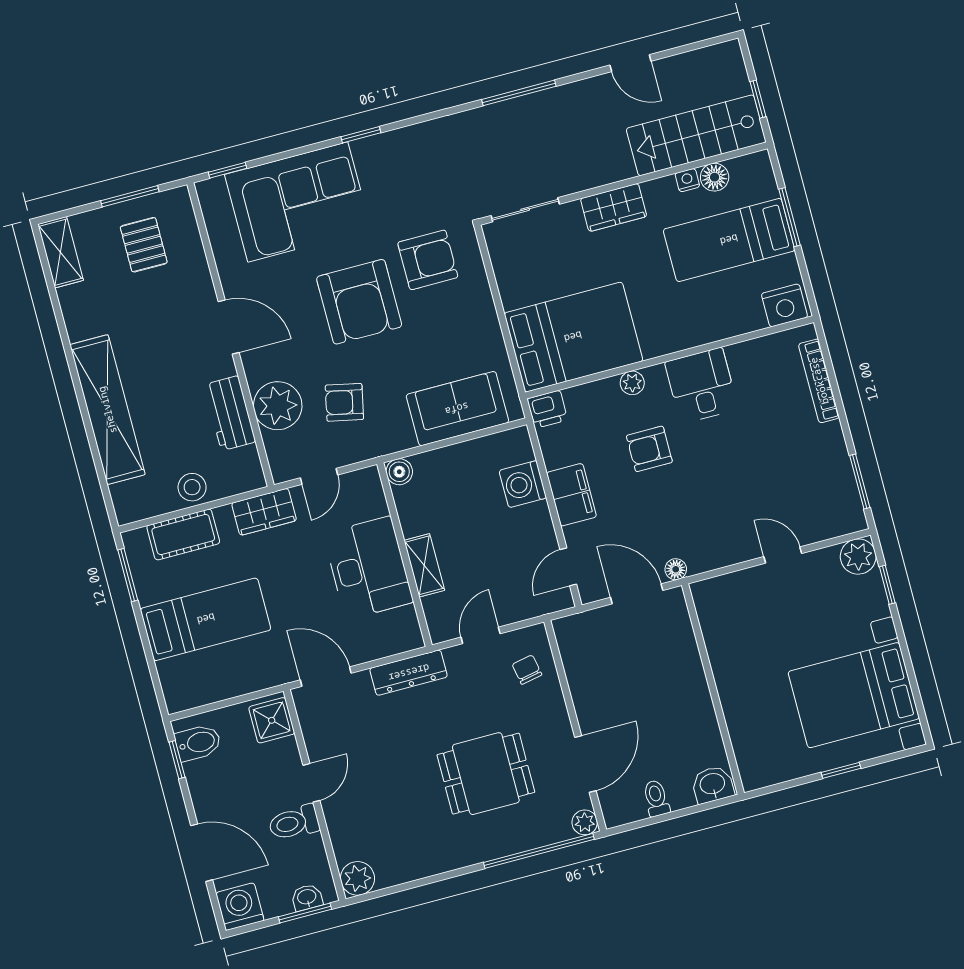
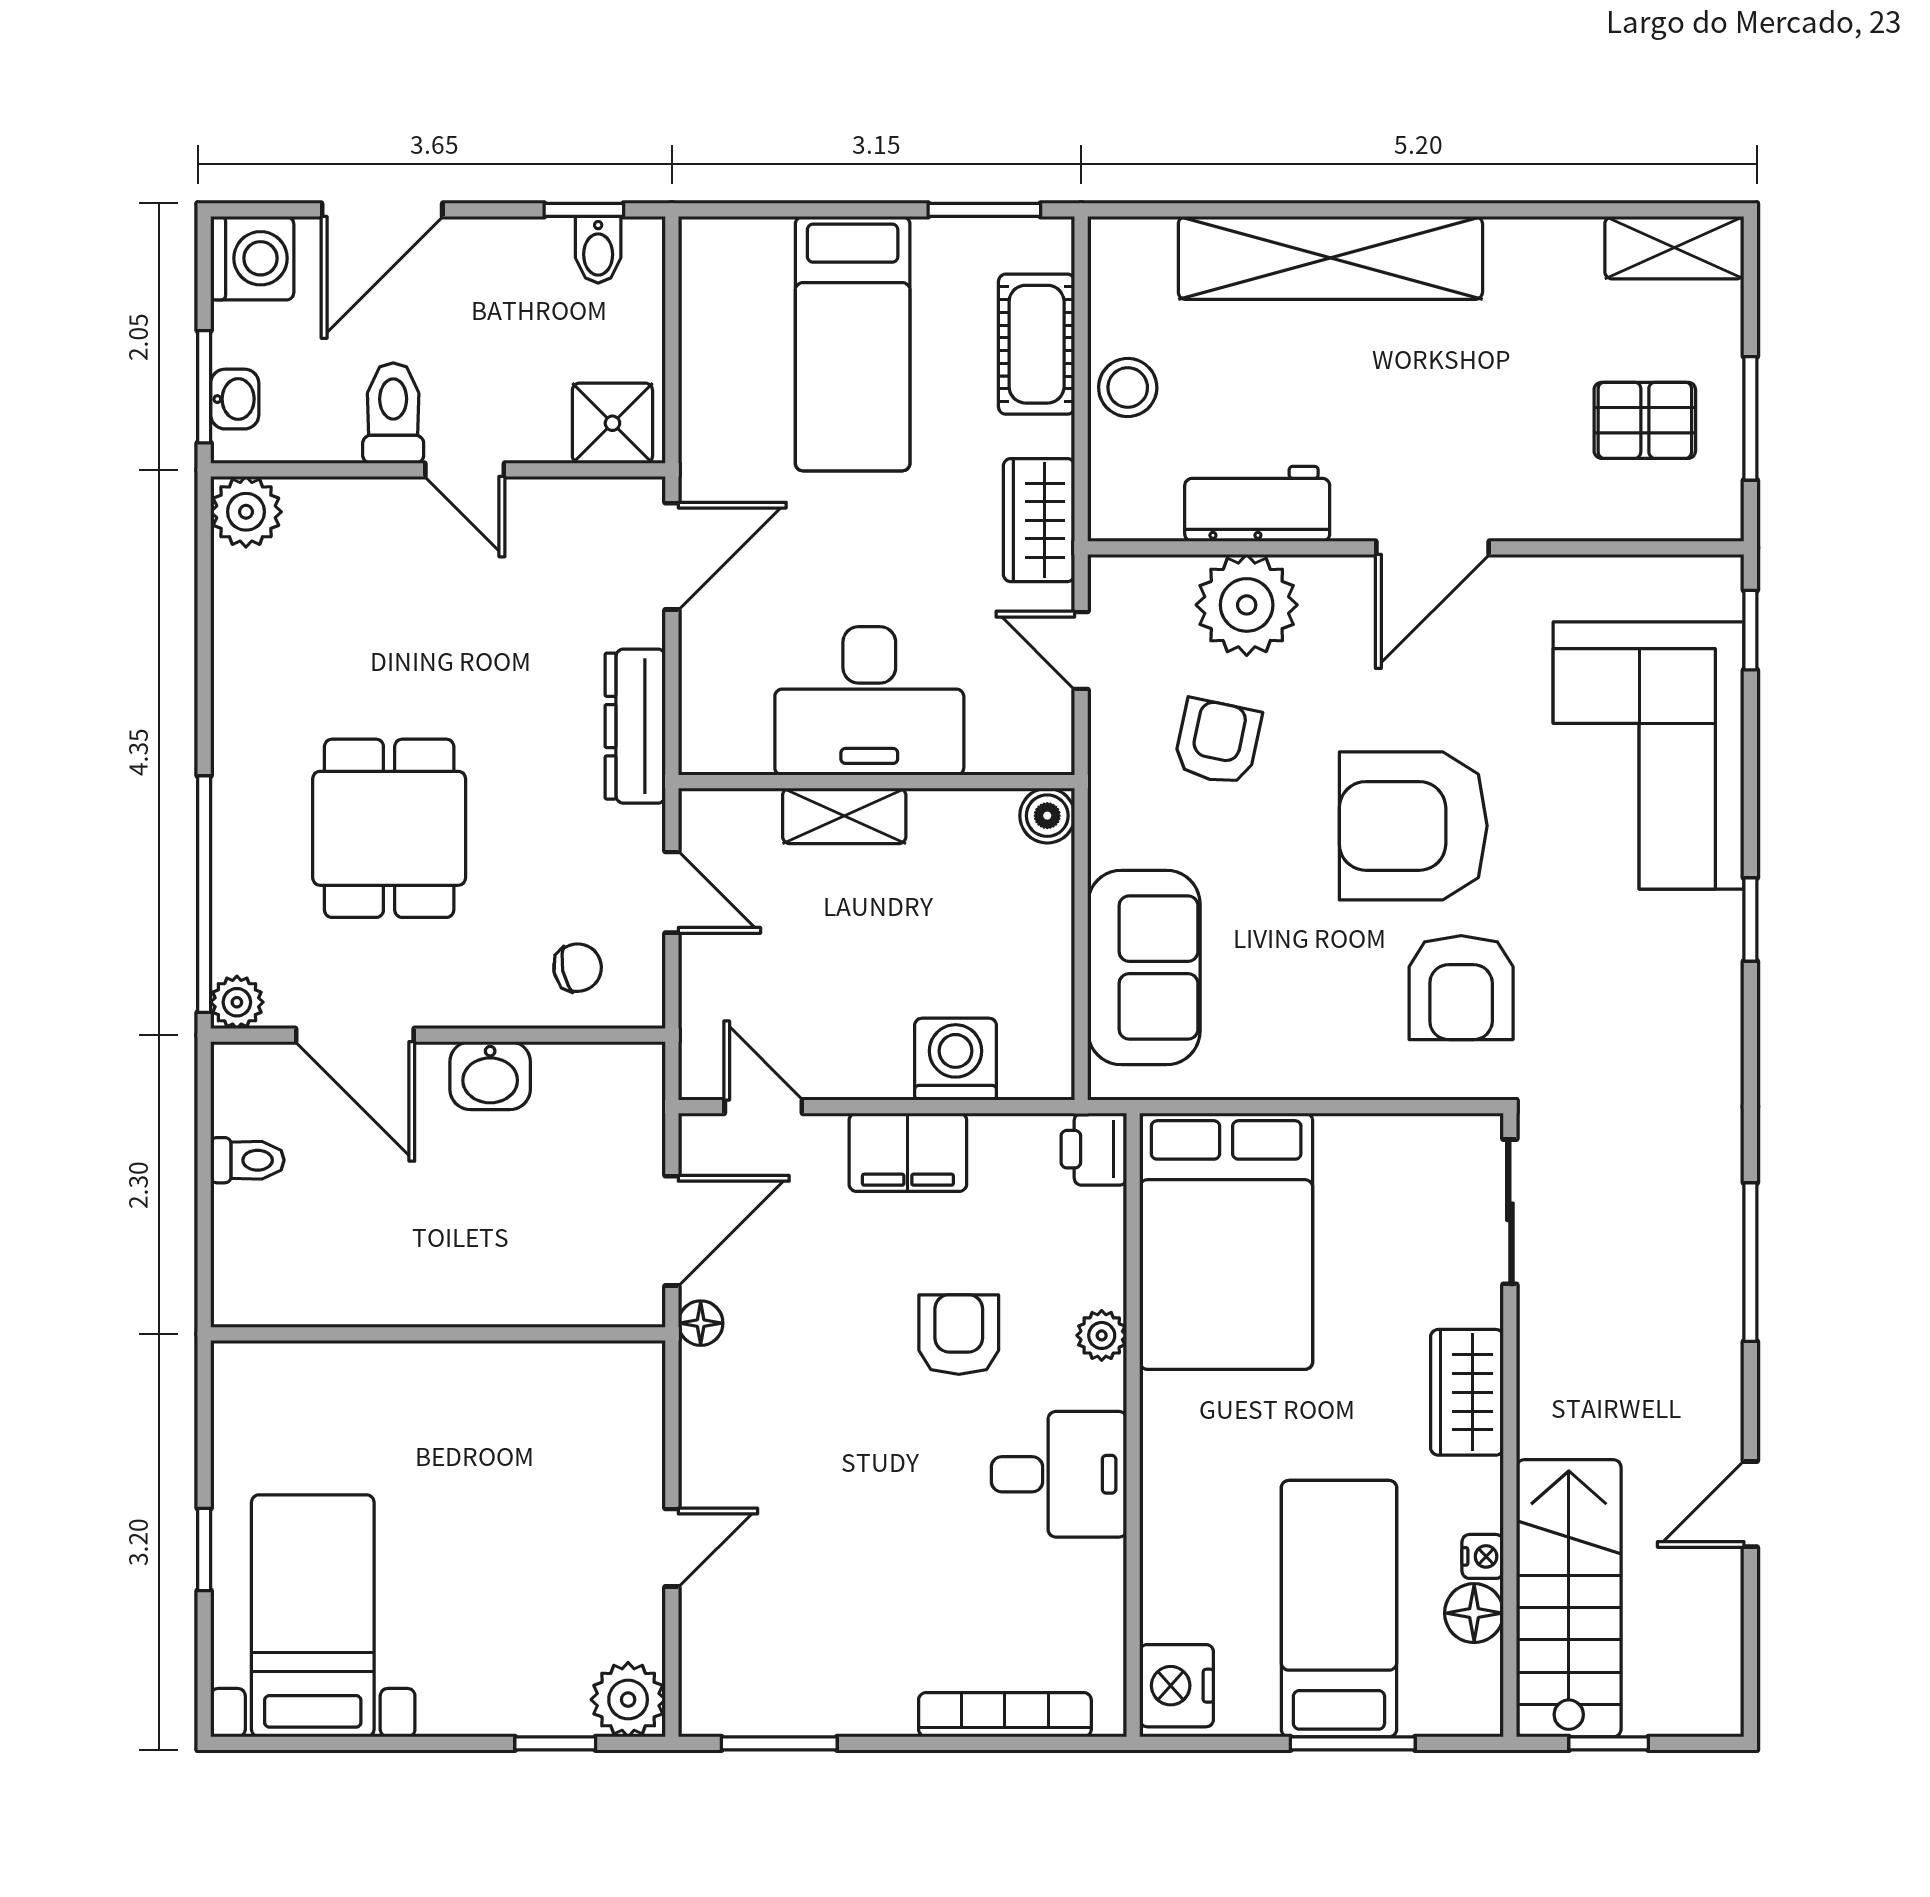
bed with nightstands: (854, 695) -> (313, 1616), width x0.73
bidet: (198, 743) -> (598, 250), width x0.72, depth x0.74
washbasin: (713, 785) -> (490, 1076), moved, turned 90

